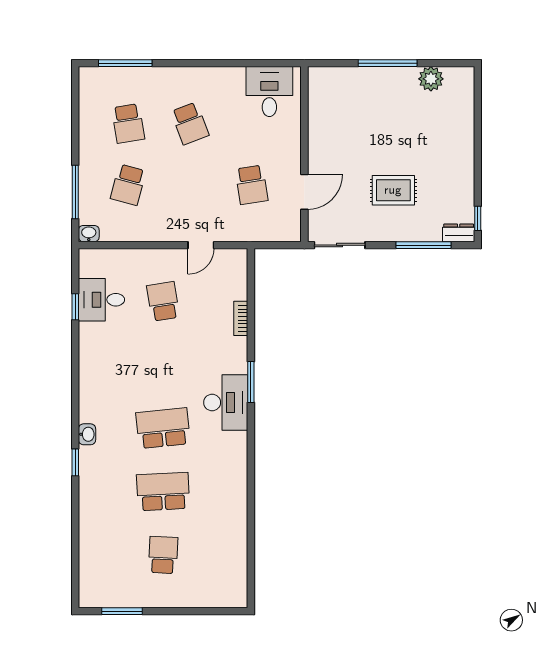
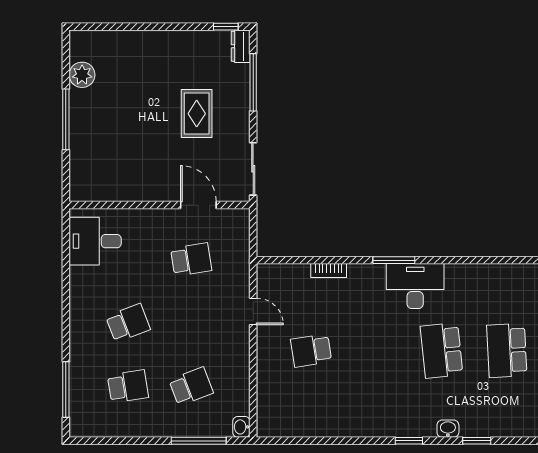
school desk: (128, 185) -> (191, 386), turned -36
desk: (101, 300) -> (309, 414), removed
window: (75, 307) -> (409, 441), moved

